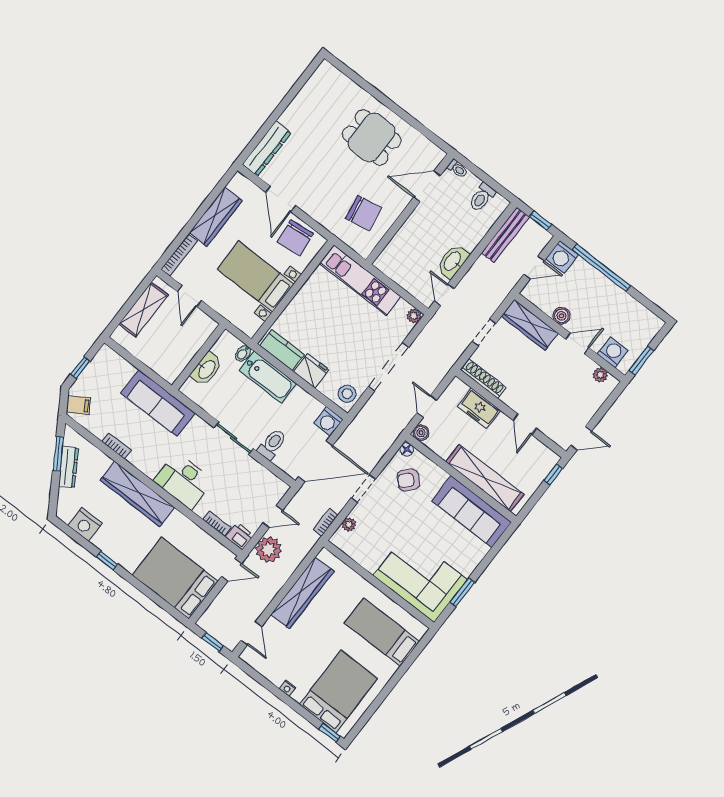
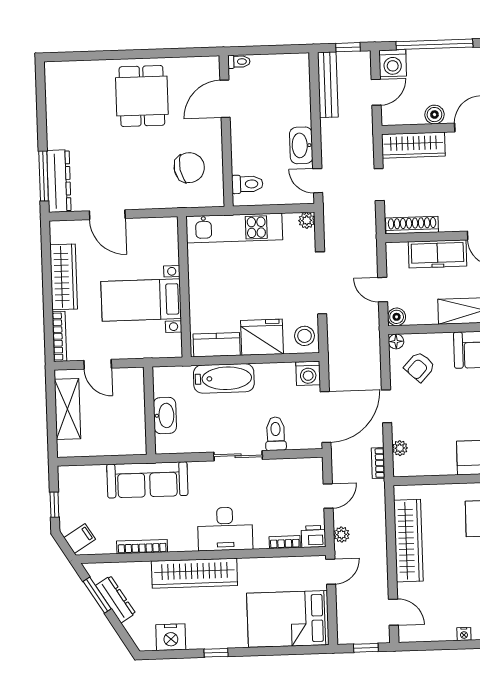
window: (259, 136) -> (44, 176), added
dining table: (372, 137) -> (142, 96), turned 90
toilet: (482, 197) -> (247, 184), moved, turned -90
chair: (295, 238) -> (148, 238), removed
bidet: (243, 353) -> (185, 375), removed
fridge: (311, 371) -> (262, 337), width x1.36, depth x1.34
freezer: (479, 408) -> (438, 254), width x1.40
bookcase: (117, 446) -> (142, 547), width x1.56
plant: (269, 550) -> (342, 535), width x0.53, depth x0.53

